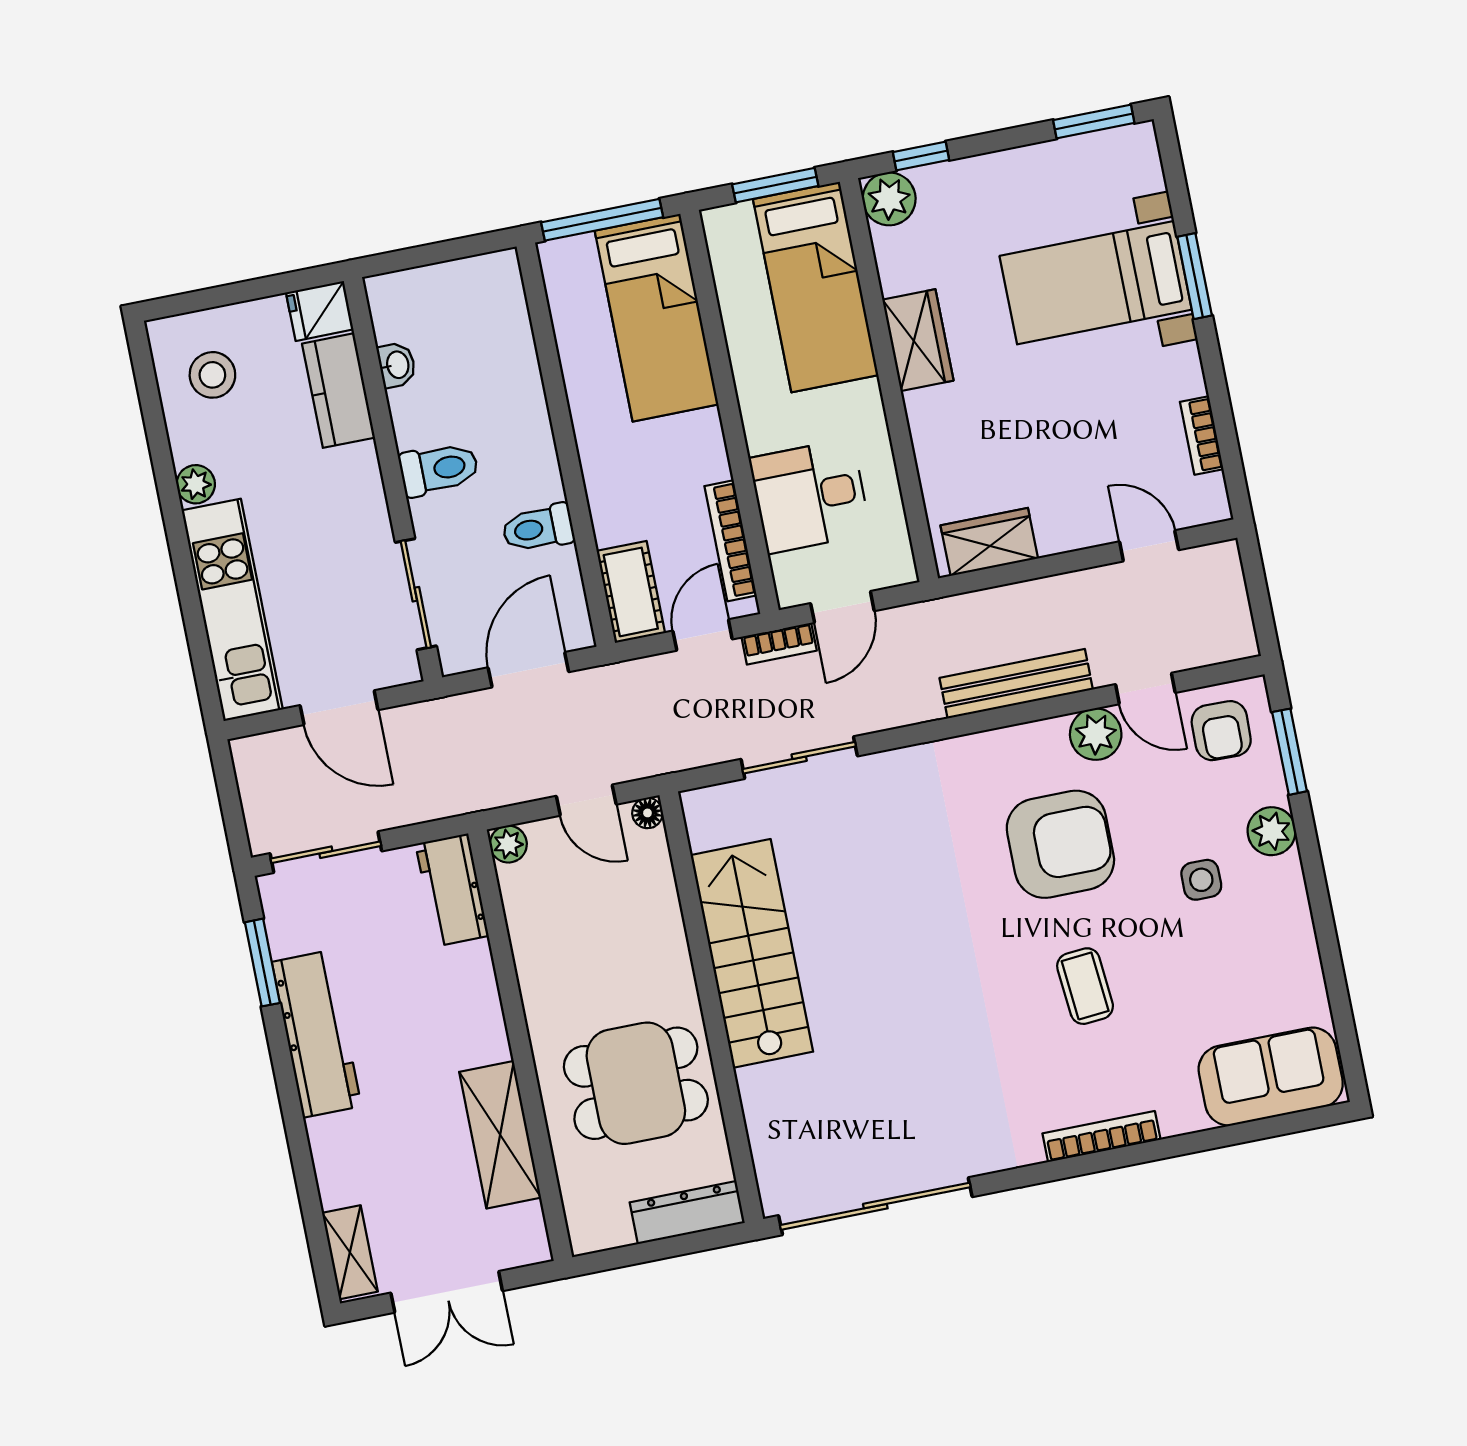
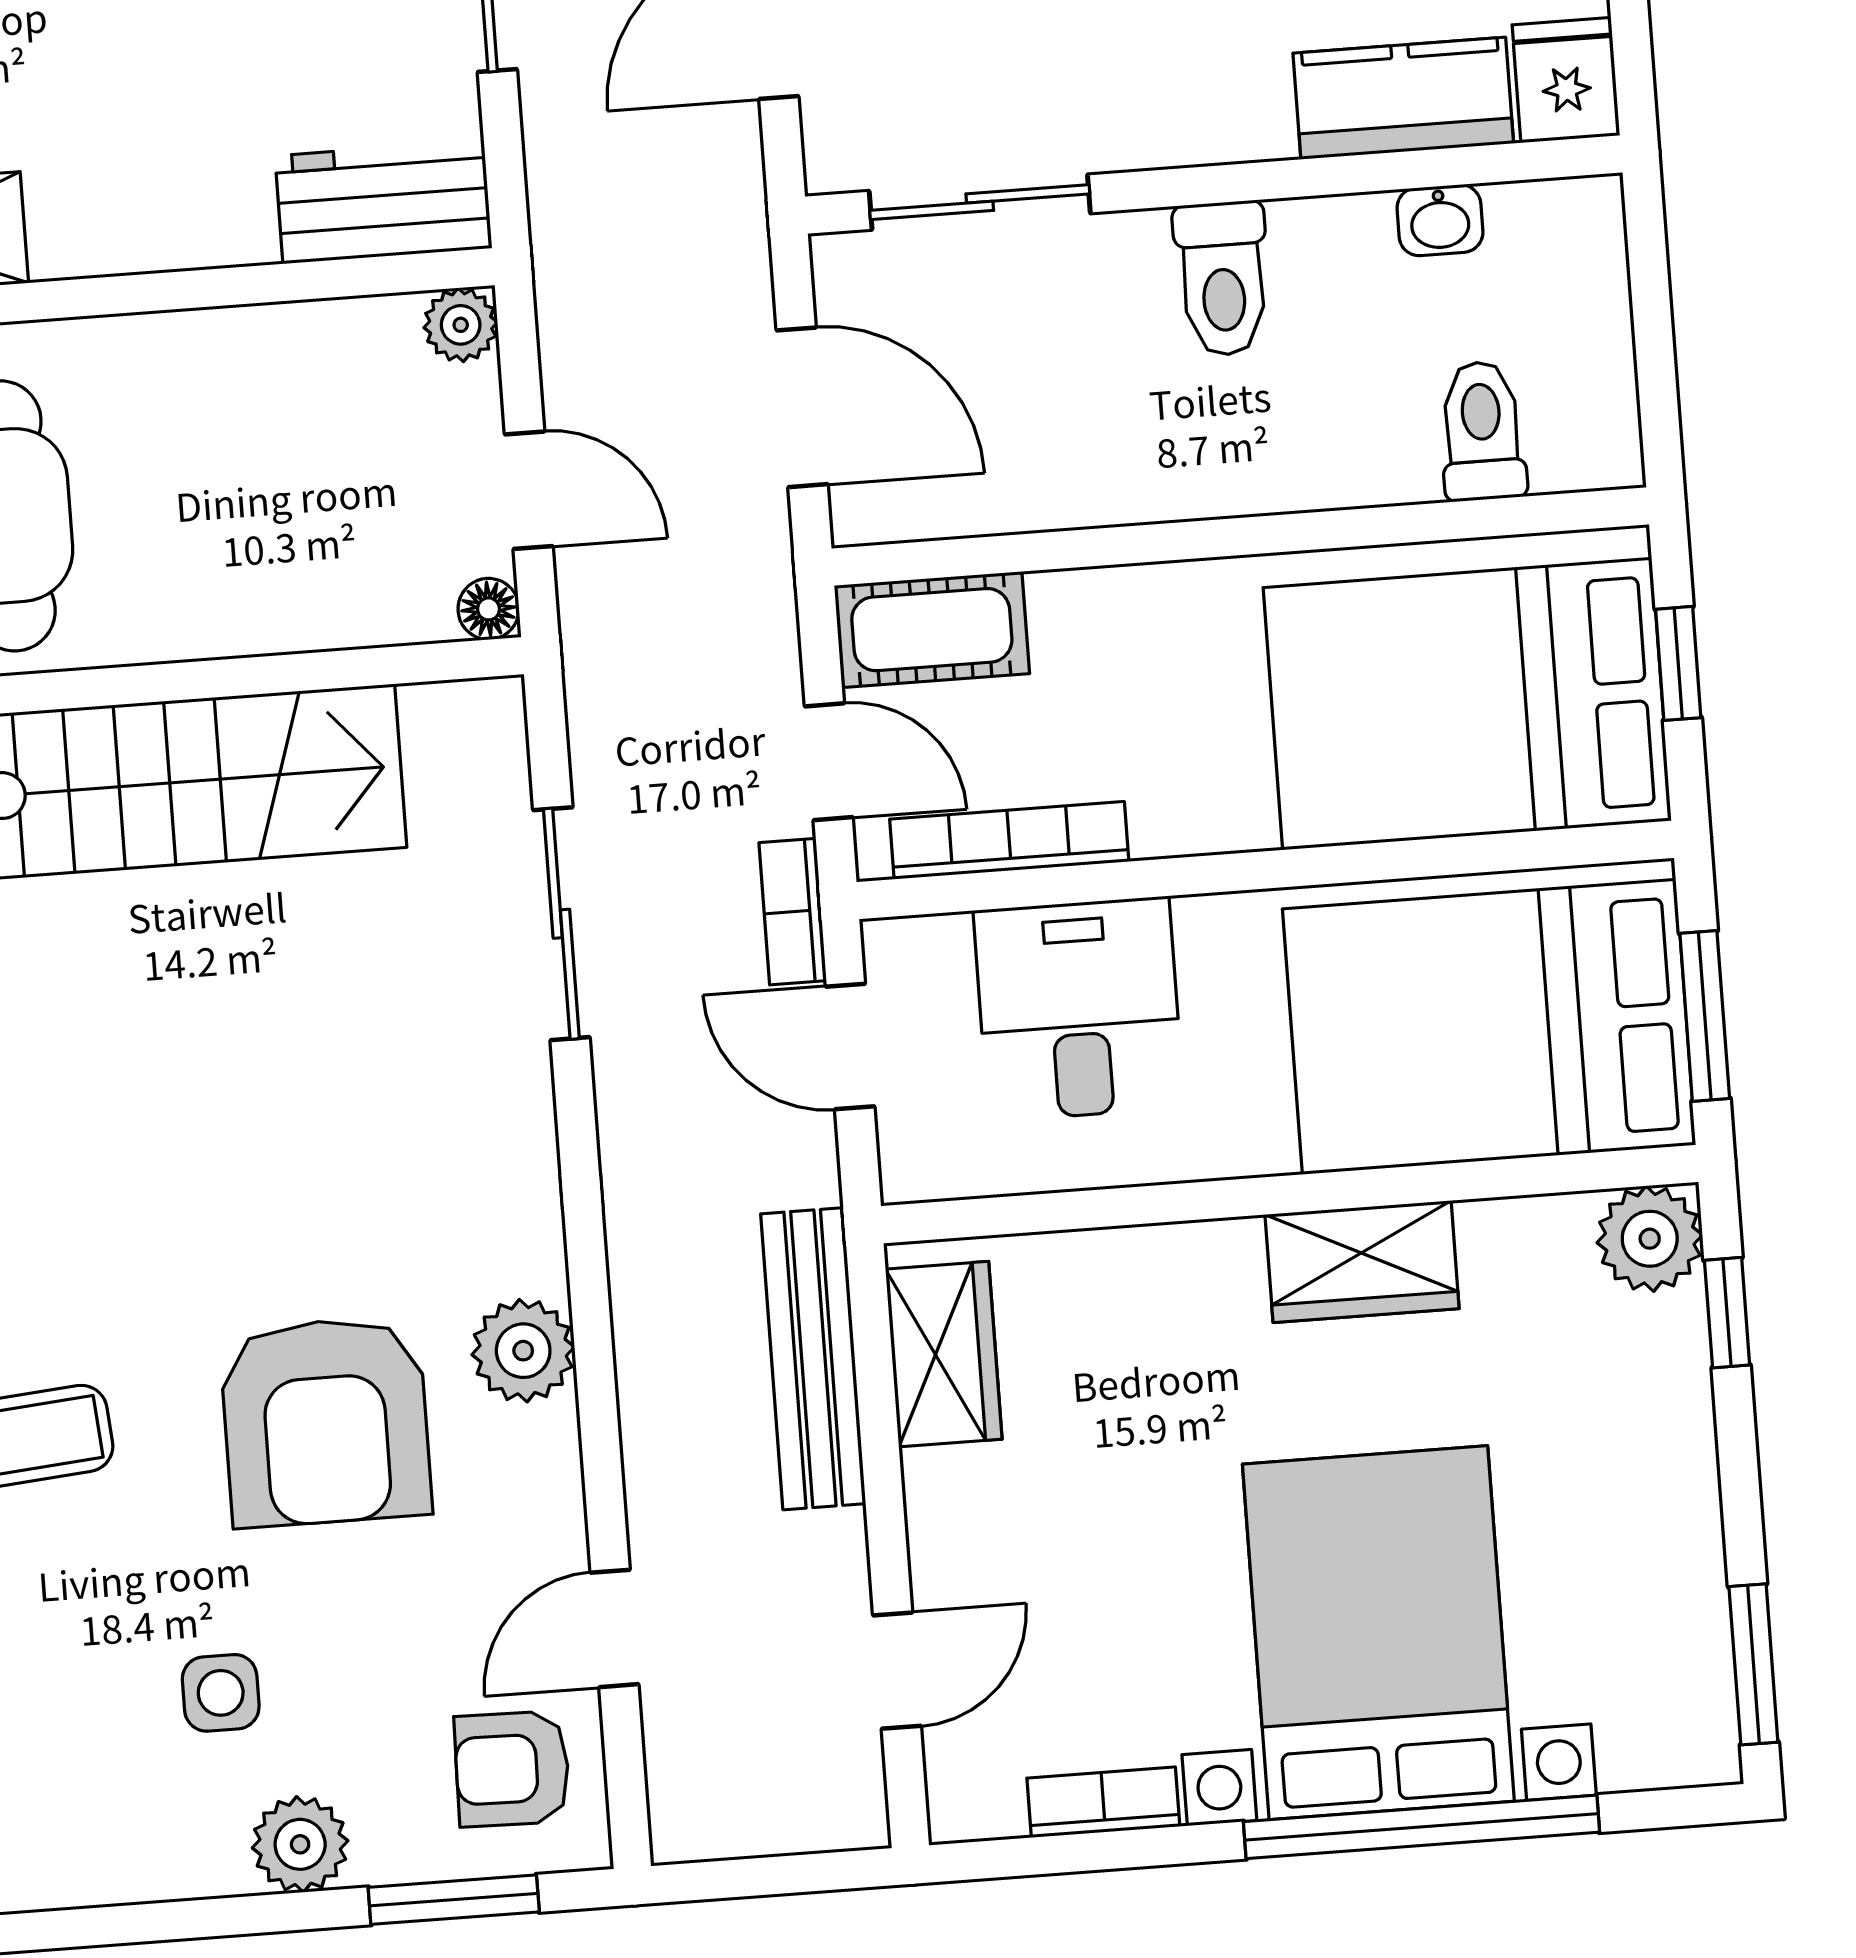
window: (602, 220) -> (1678, 663), width x0.46
window: (1195, 276) -> (1422, 1827), width x2.11
bed with nightstands: (1096, 283) -> (1378, 1633), width x1.36
bed: (816, 287) -> (1489, 1027), width x1.50
bed: (657, 318) -> (1467, 704), width x1.50
toilet: (538, 528) -> (1482, 431), moved
bench: (1016, 684) -> (813, 1359), moved
plant: (1096, 734) -> (523, 1351), moved
door: (586, 800) -> (529, 490), swing flipped

